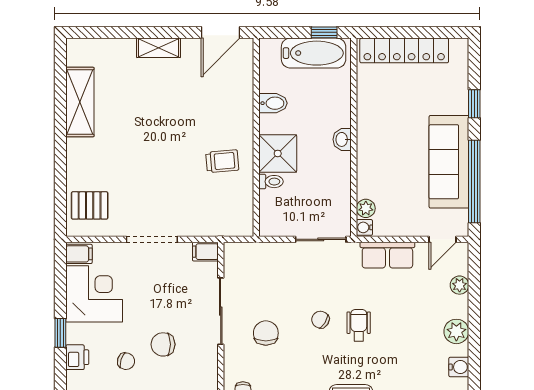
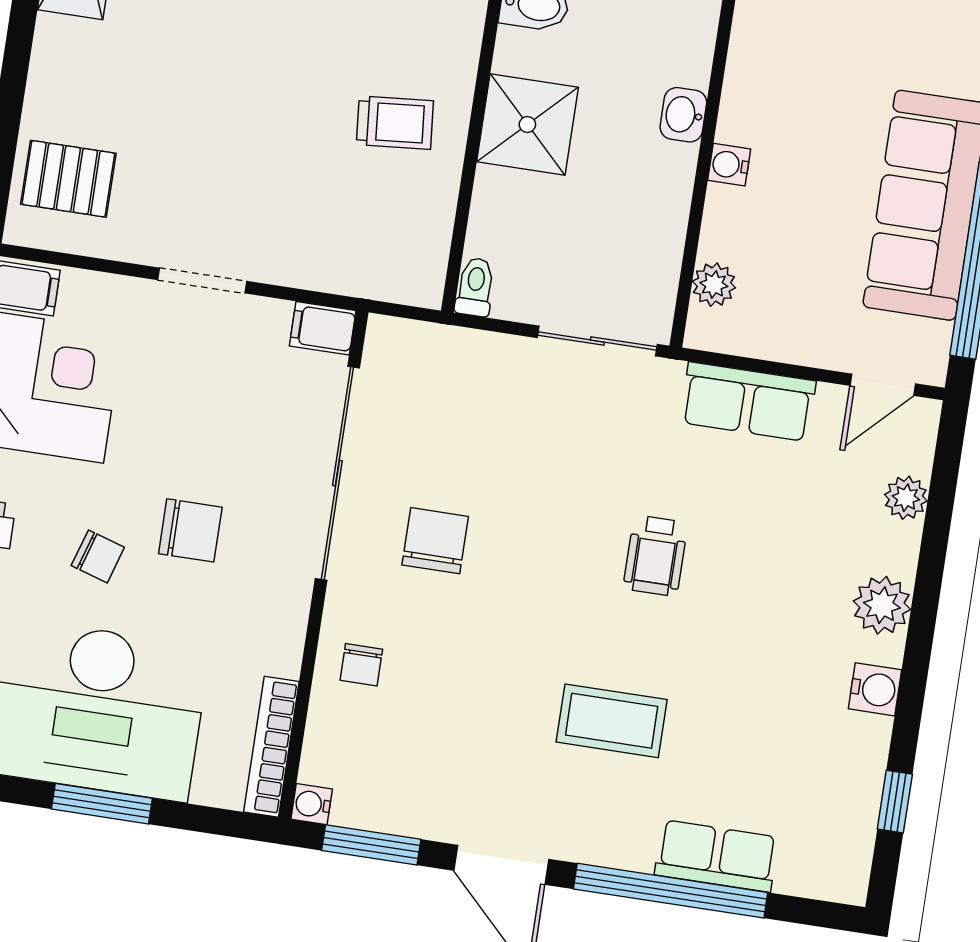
toilet: (271, 182) -> (475, 287), moved, turned -90
water cooler: (364, 227) -> (729, 165), moved
doorway: (152, 239) -> (202, 281), width x0.73
sliding door: (221, 311) -> (337, 473), width x1.36
chair: (320, 320) -> (568, 529), removed
wheelchair: (359, 325) -> (655, 556), turned 180
chair: (163, 344) -> (190, 530), turned 180

